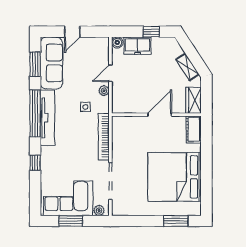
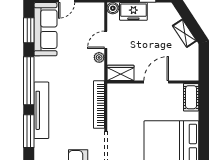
wardrobe: (194, 100) -> (120, 73), moved, turned 90
side table: (85, 107) -> (80, 74), removed
tv unit: (47, 118) -> (41, 110), moved
window: (35, 163) -> (29, 131), width x2.17

